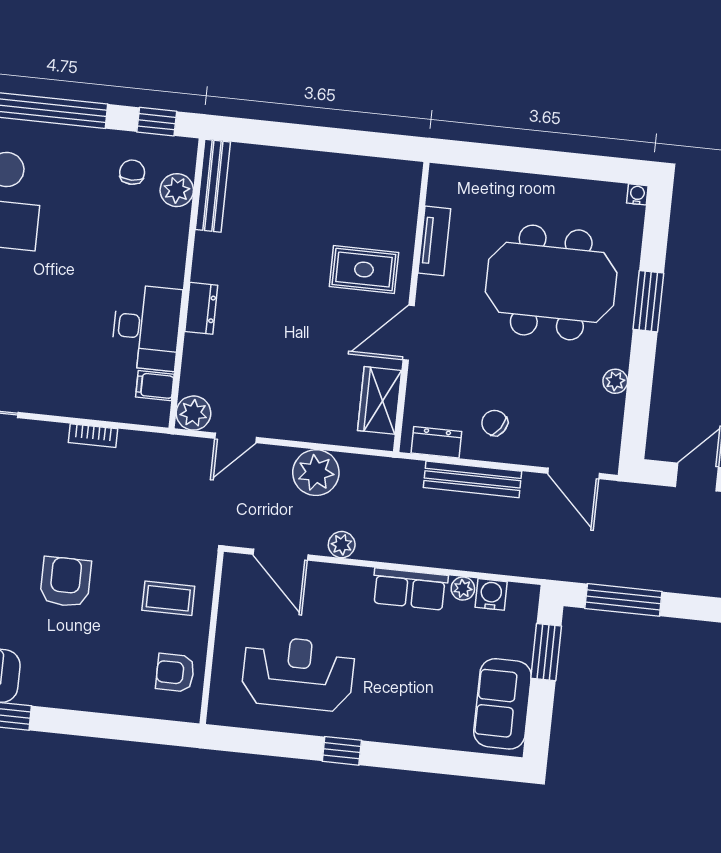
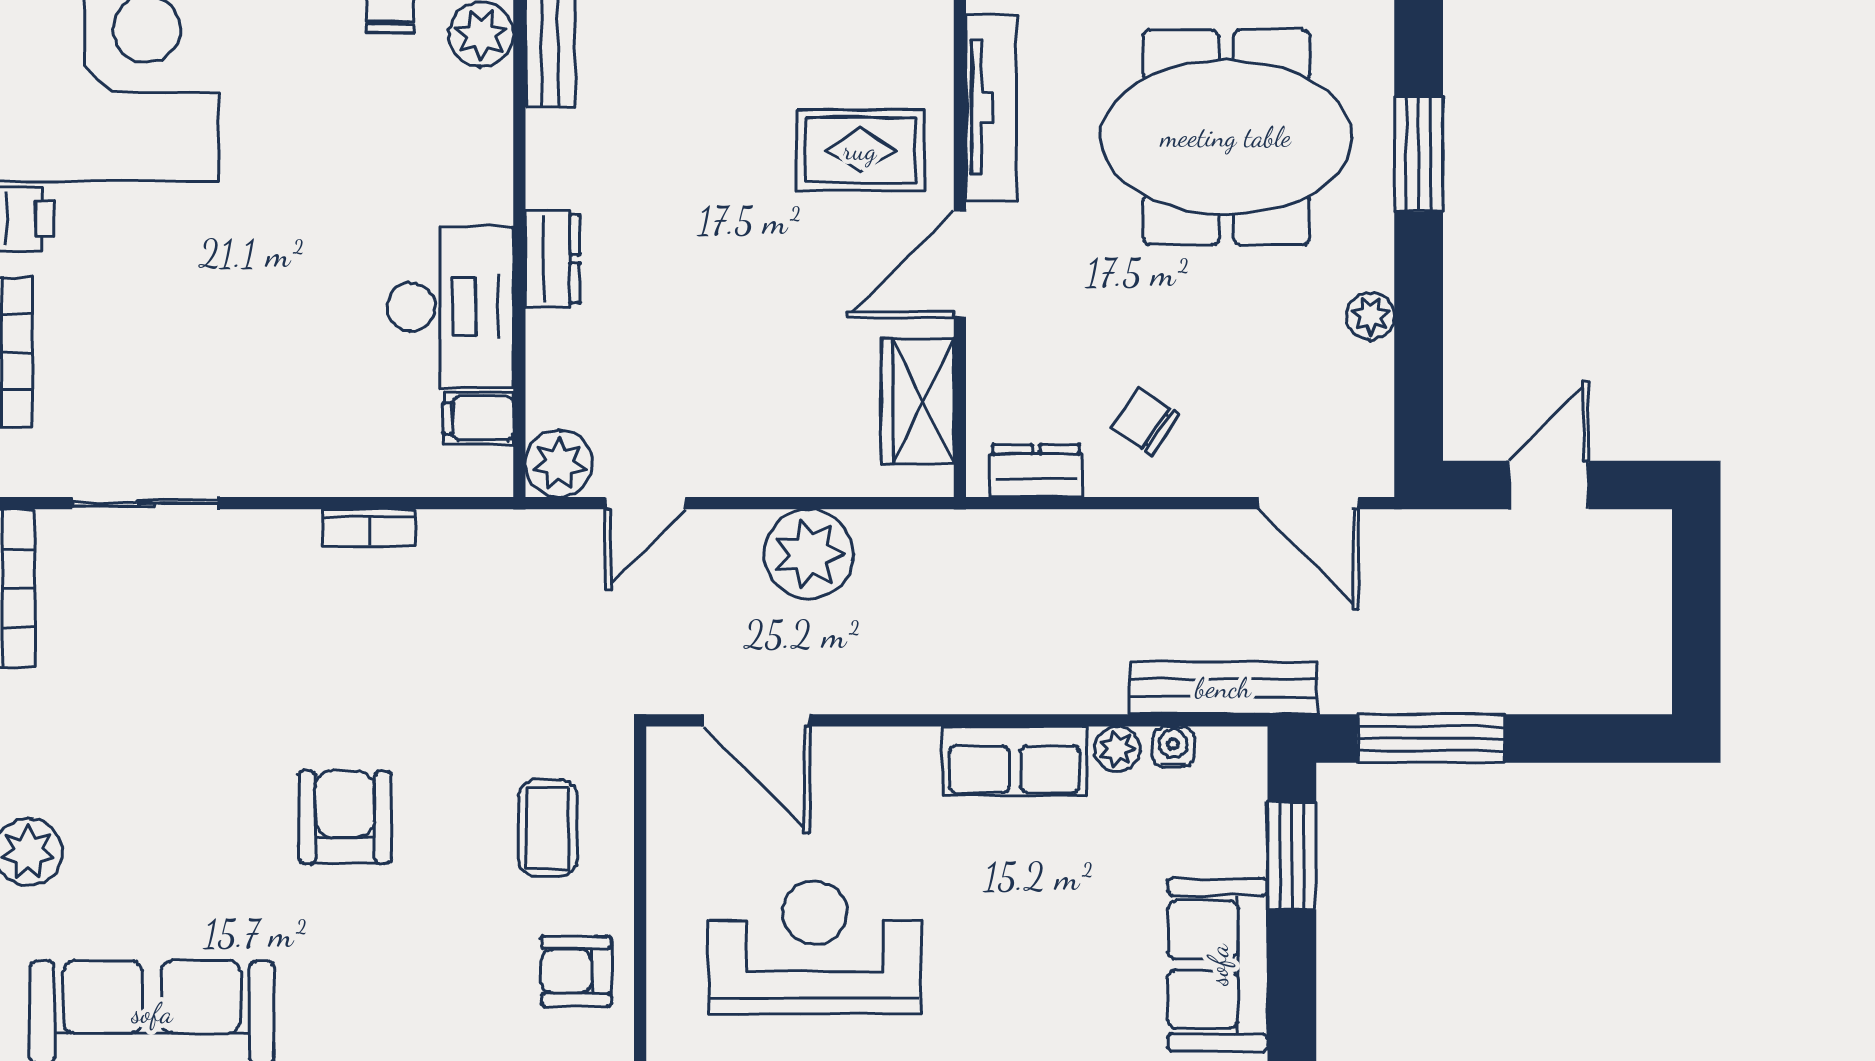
tv unit: (434, 241) -> (991, 107), width x1.41
bench: (472, 479) -> (1223, 688), moved
plant: (342, 545) -> (873, 689), removed
water cooler: (491, 594) -> (1173, 747), width x0.72, depth x0.72
coffee table: (168, 598) -> (548, 828), turned 90

